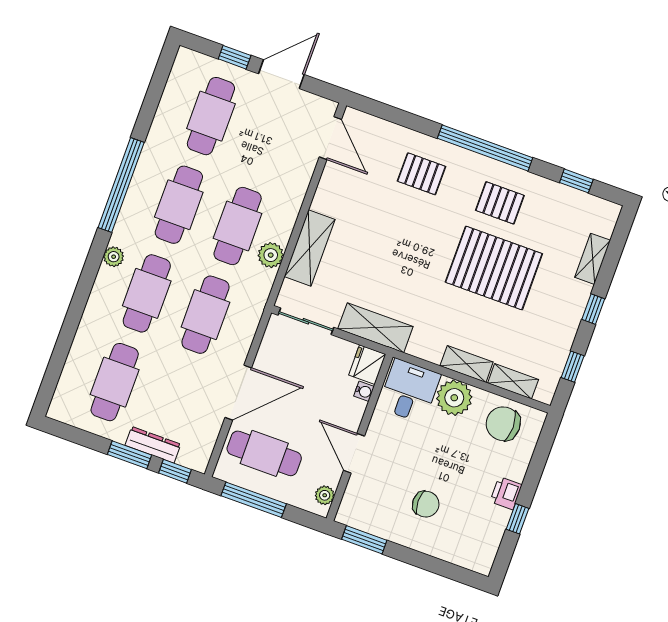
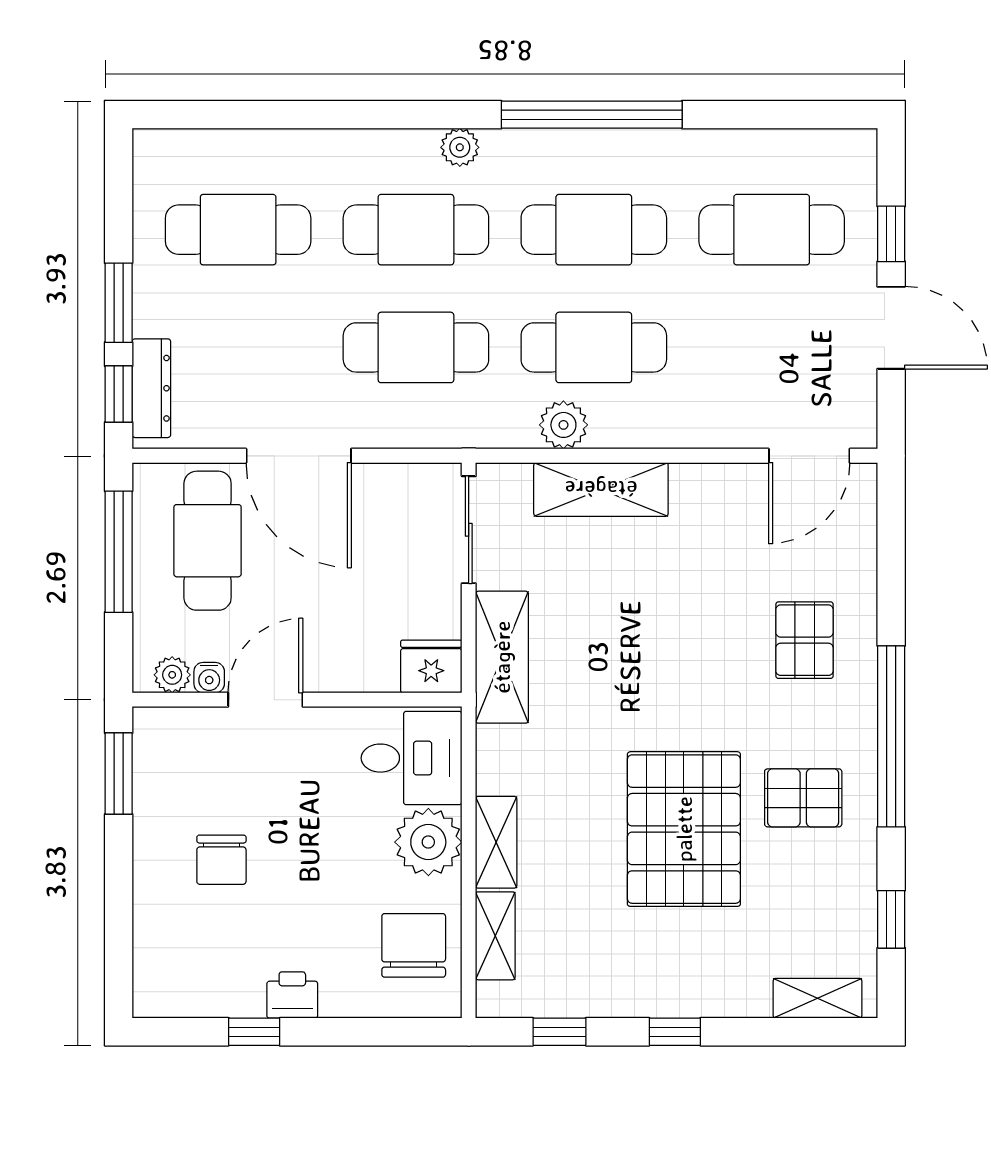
pallet: (500, 203) -> (803, 798), turned 90
shelving: (593, 259) -> (818, 998), moved
water cooler: (364, 391) -> (209, 678), moved
dresser: (153, 445) -> (151, 388), moved

